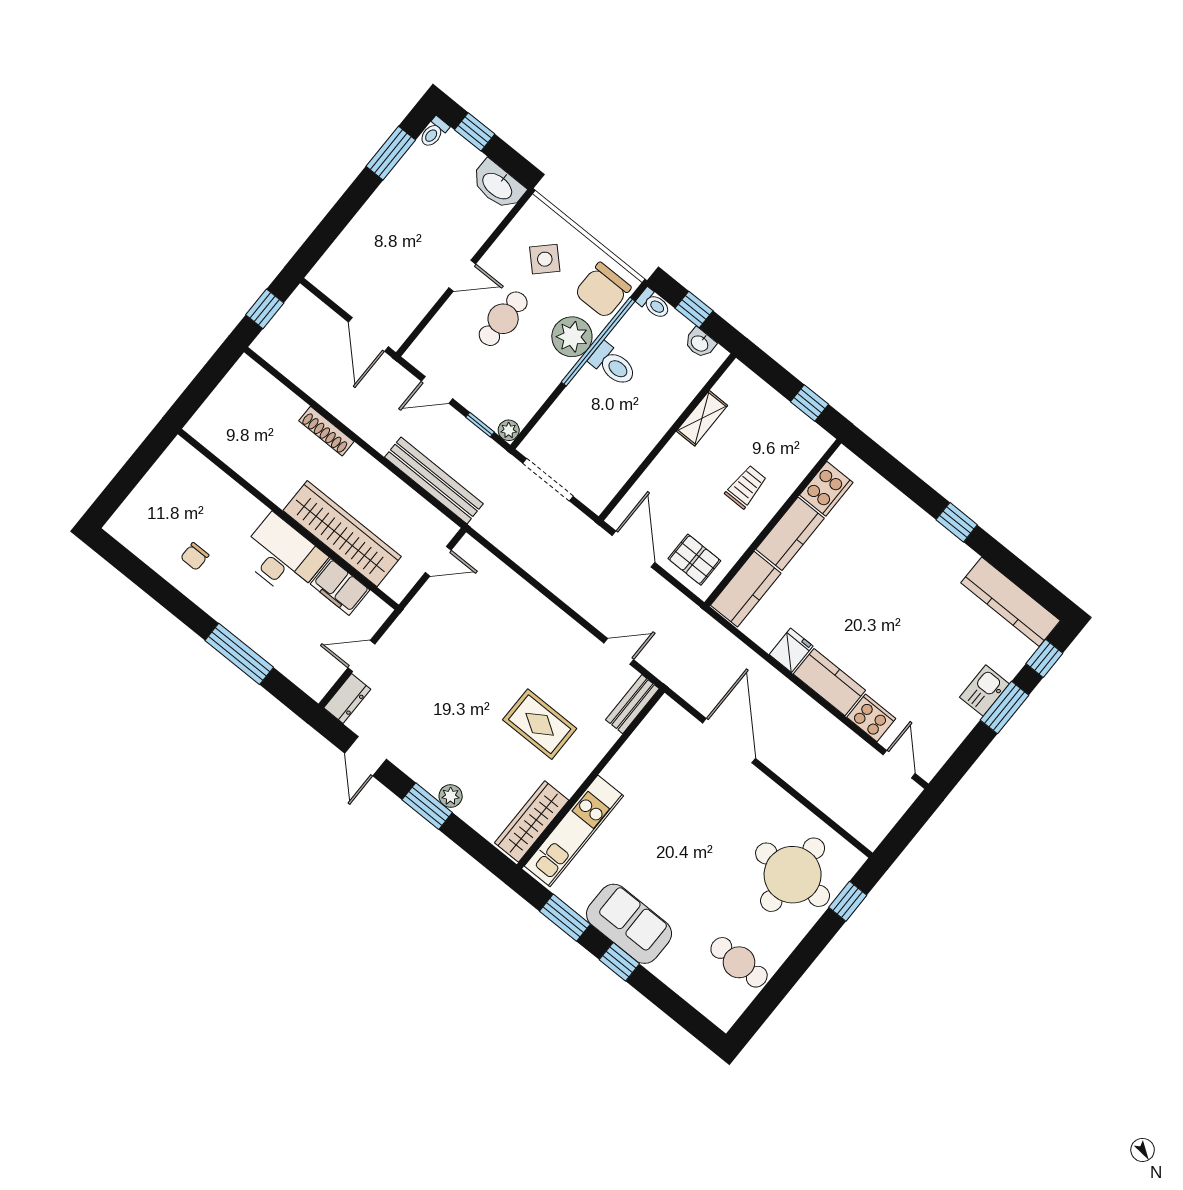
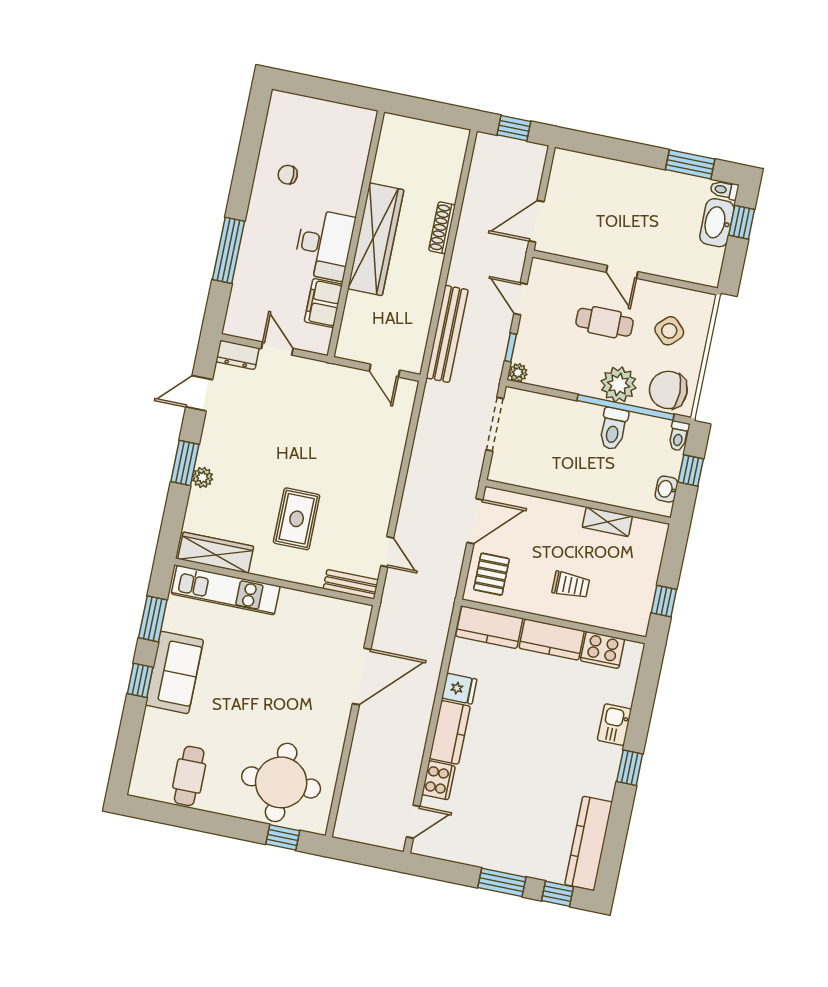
washbasin: (498, 185) -> (717, 223), moved
wardrobe: (342, 534) -> (376, 239), moved
kitchen sink: (984, 691) -> (614, 725), moved, turned -90

